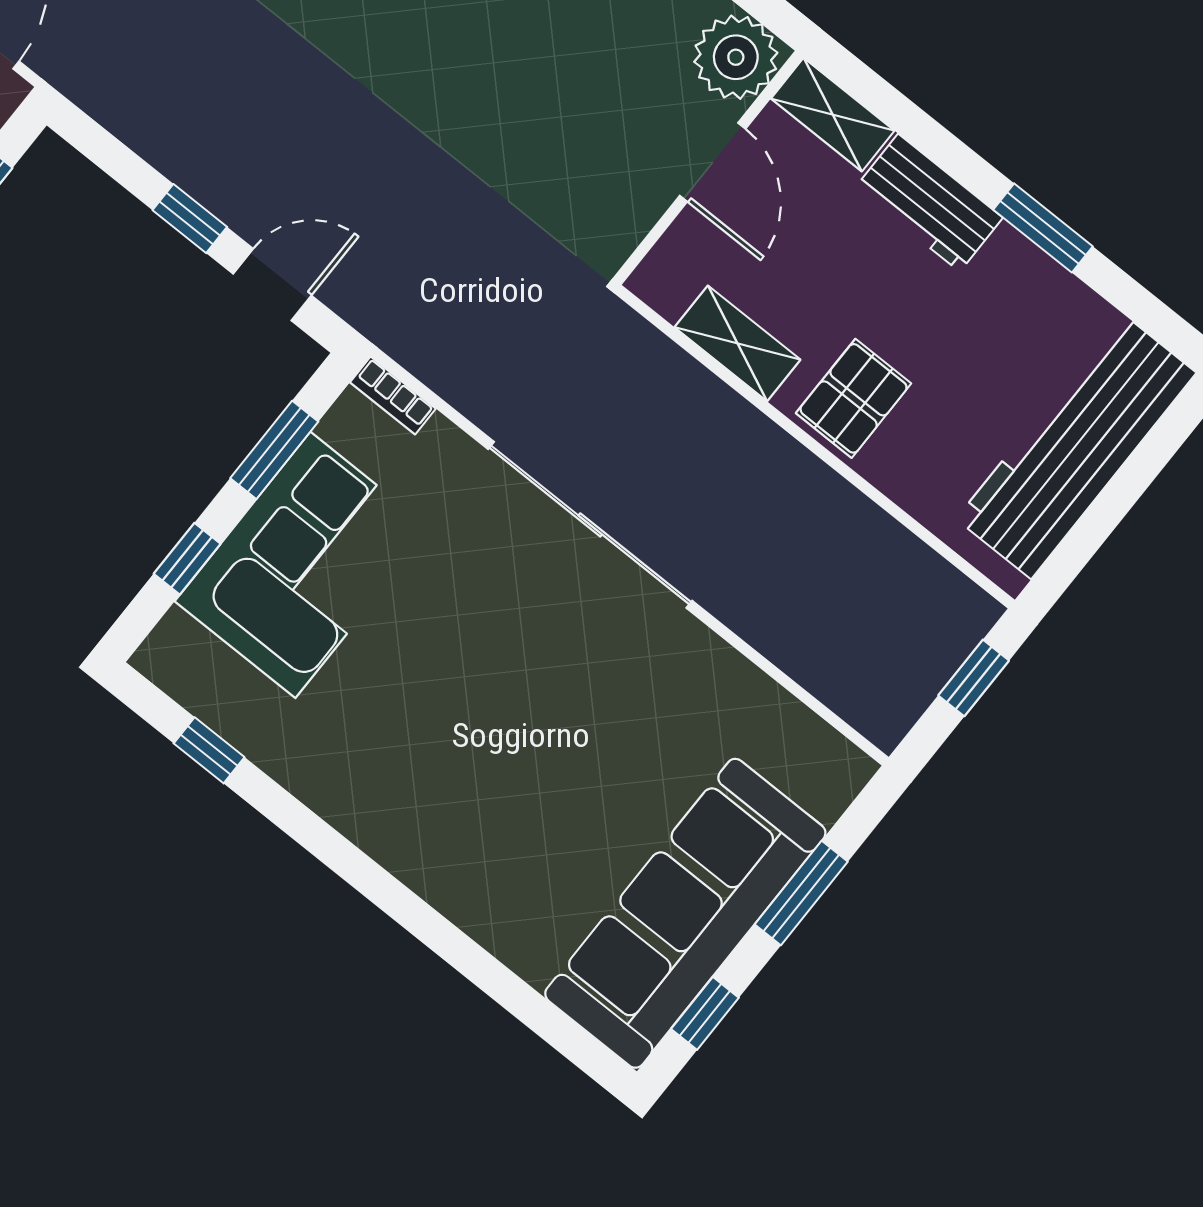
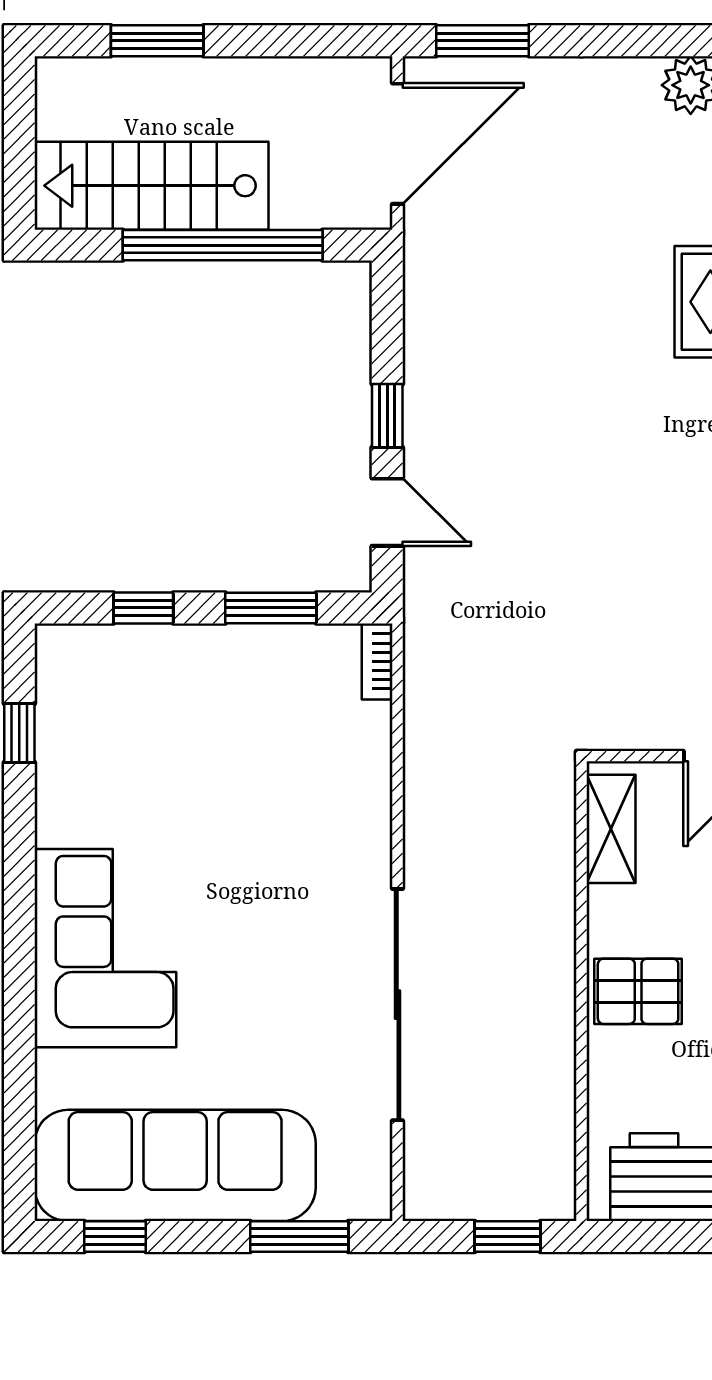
shelving: (737, 343) -> (611, 829), moved
sliding door: (590, 525) -> (398, 1005), moved
corner sofa: (303, 565) -> (105, 948), moved, turned -90
window: (801, 893) -> (299, 1237), moved

